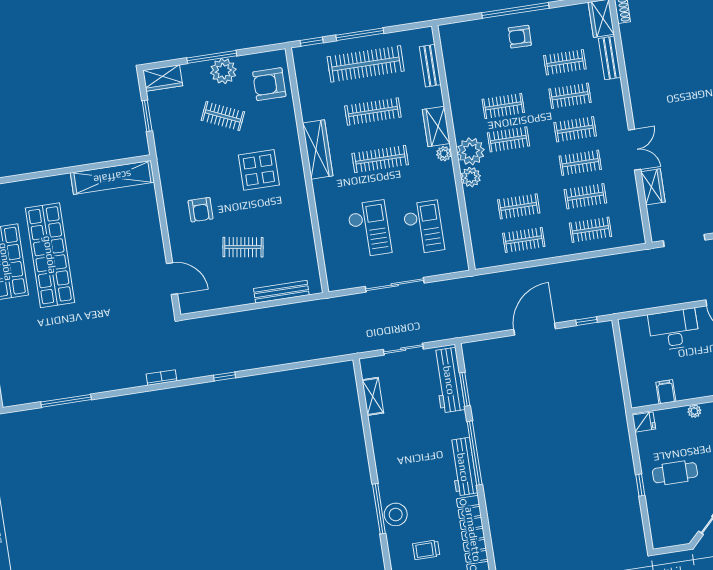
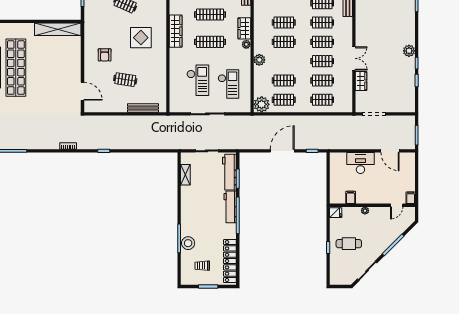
plant: (471, 151) -> (262, 104), moved
workbench: (463, 467) -> (230, 207), moved

